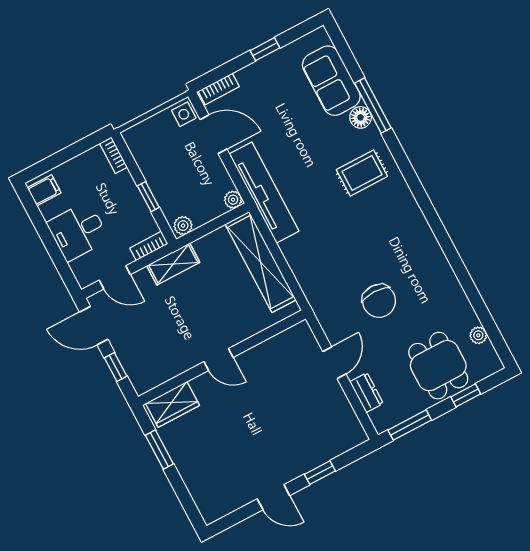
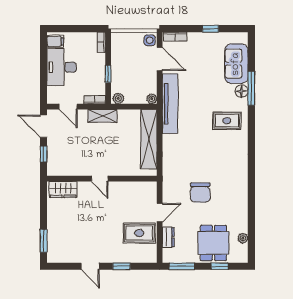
desk: (78, 231) -> (62, 67), width x1.37
rug: (320, 409) -> (139, 233), added
window: (159, 450) -> (44, 241), moved

